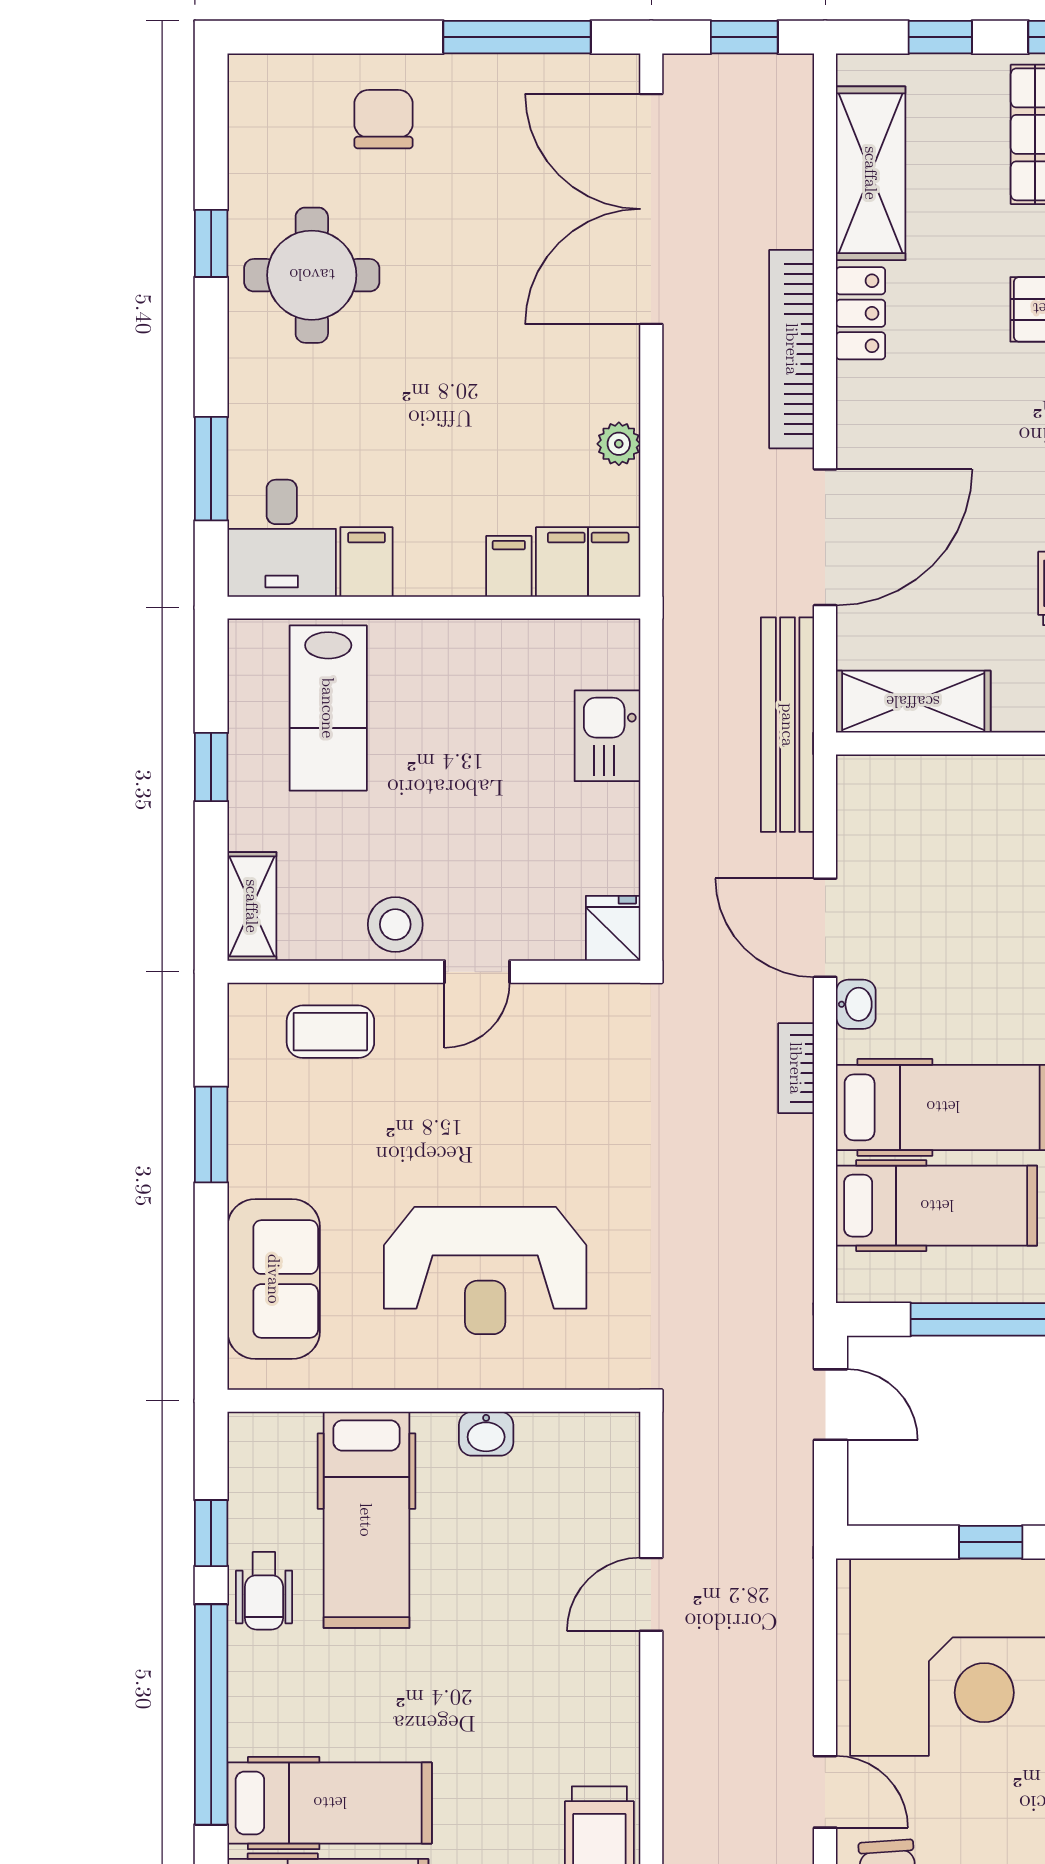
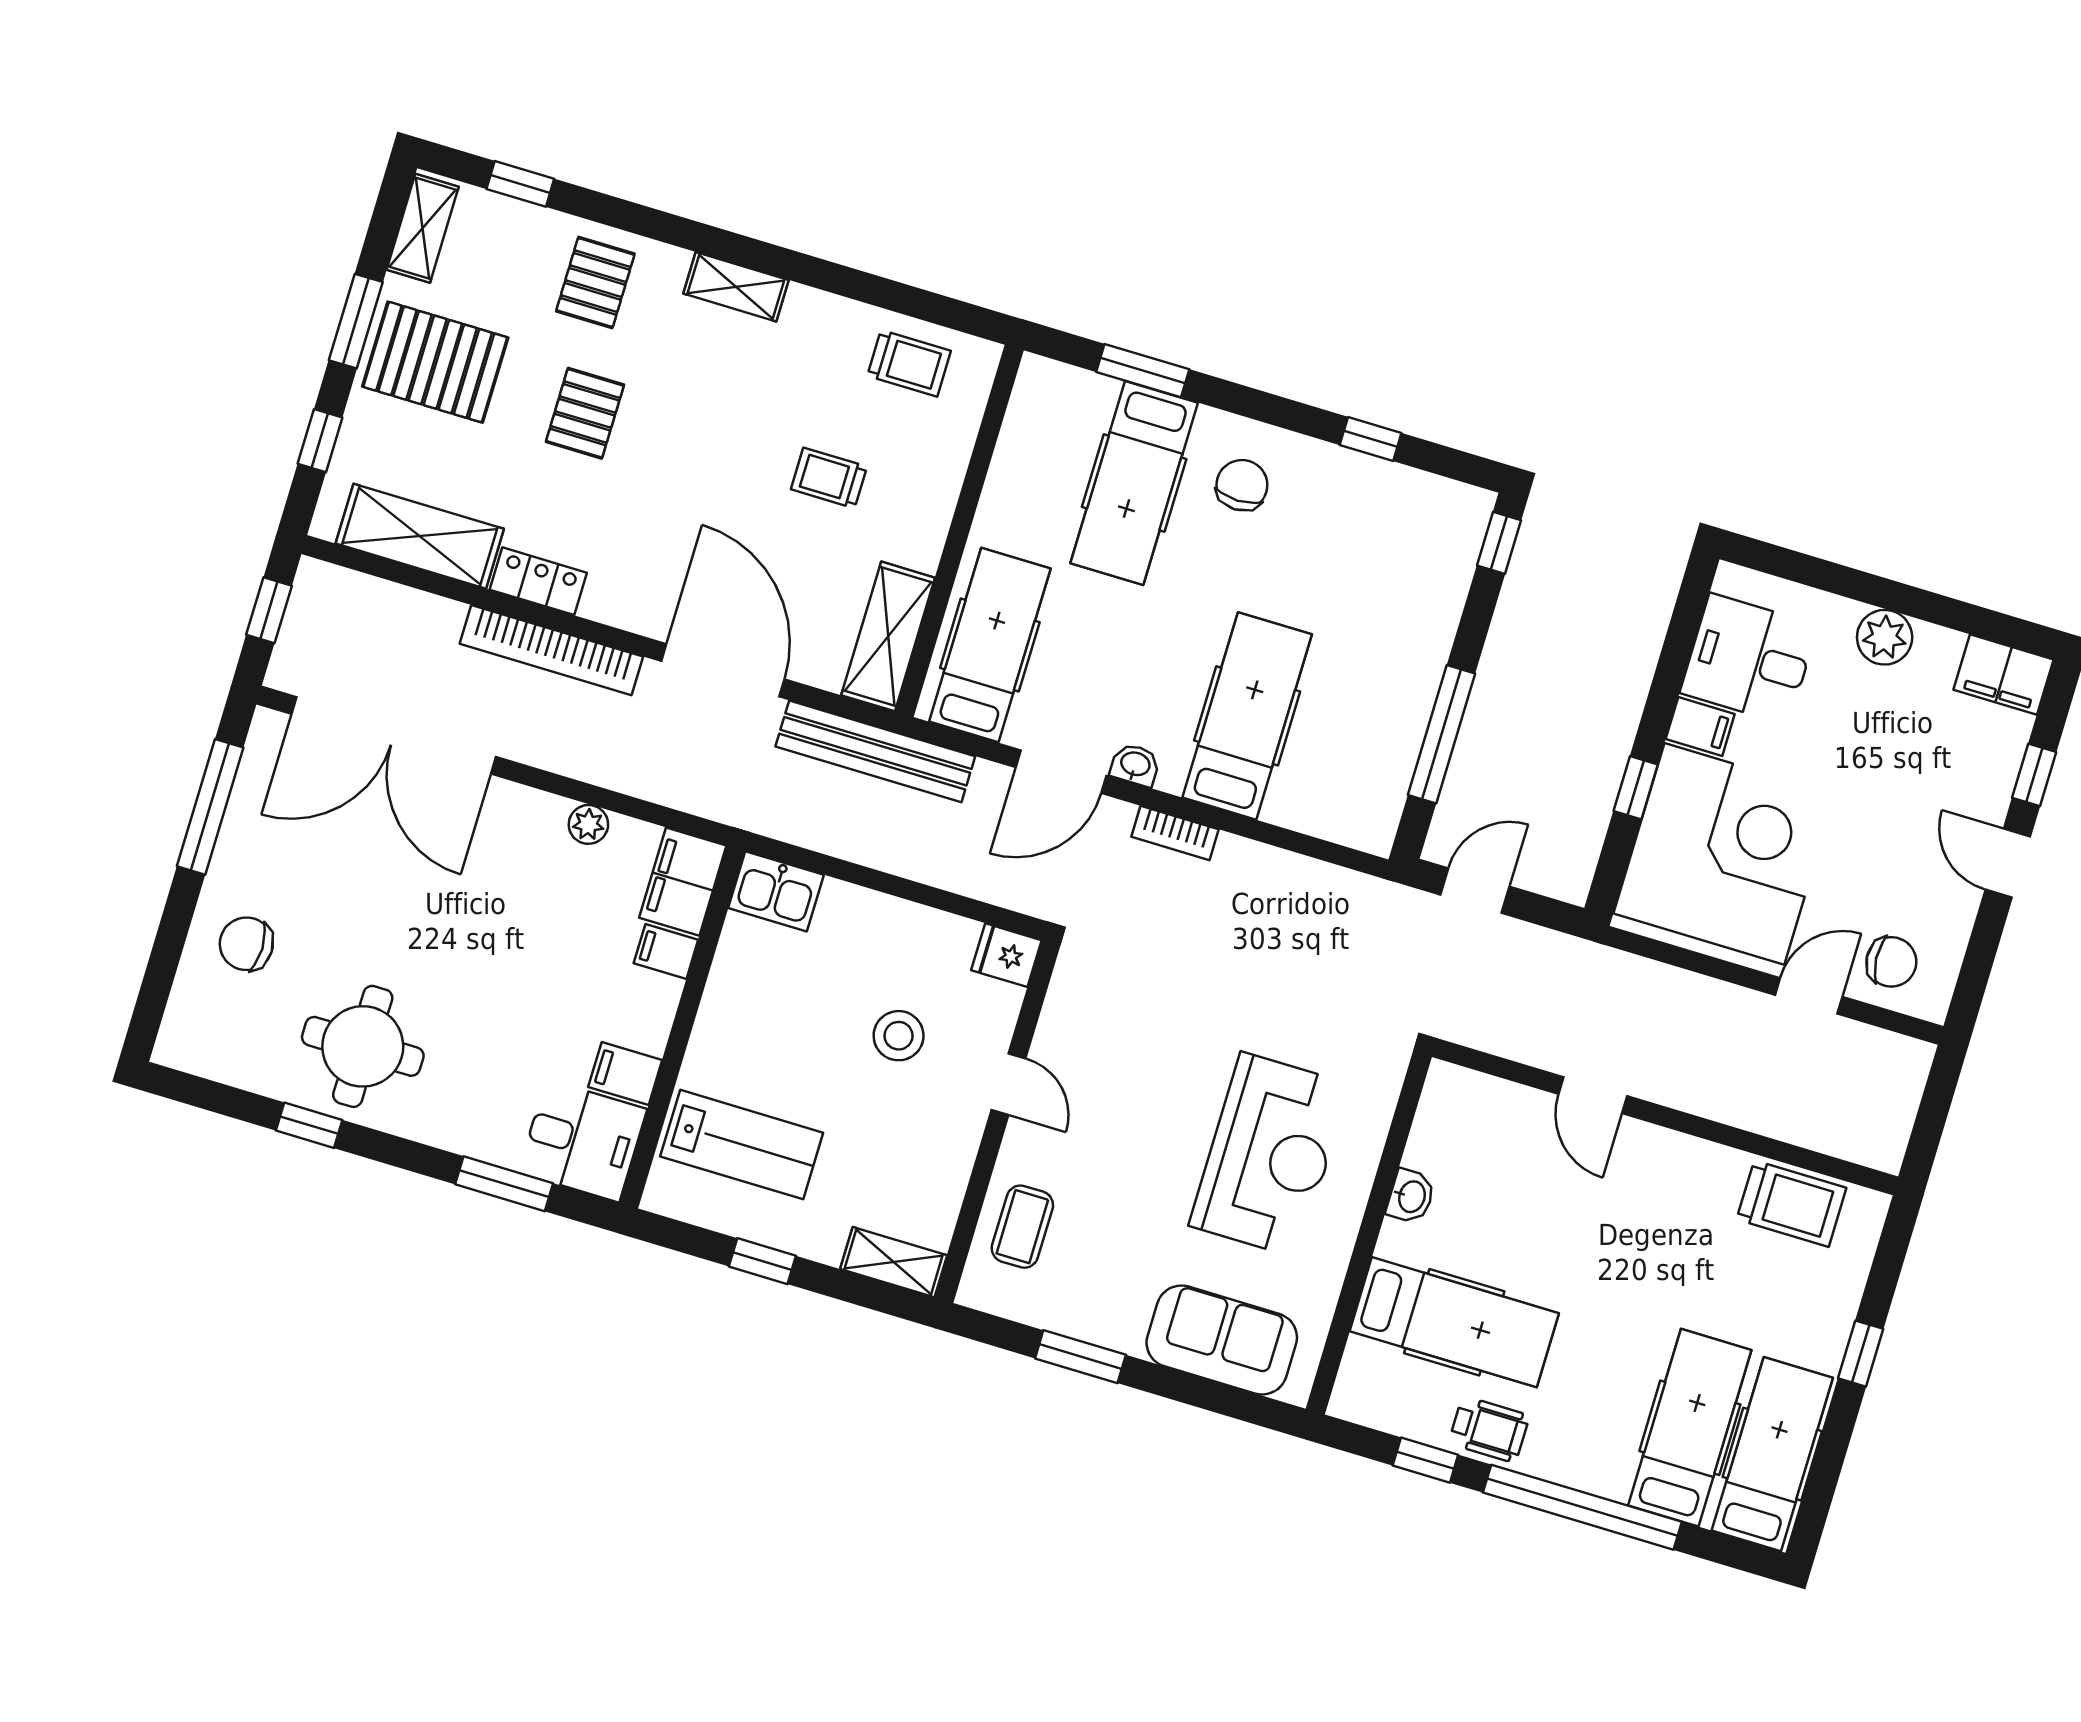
kitchen sink: (607, 736) -> (776, 891), moved
stool: (395, 924) -> (899, 1036), moved
hospital bed: (937, 1206) -> (990, 645), moved

